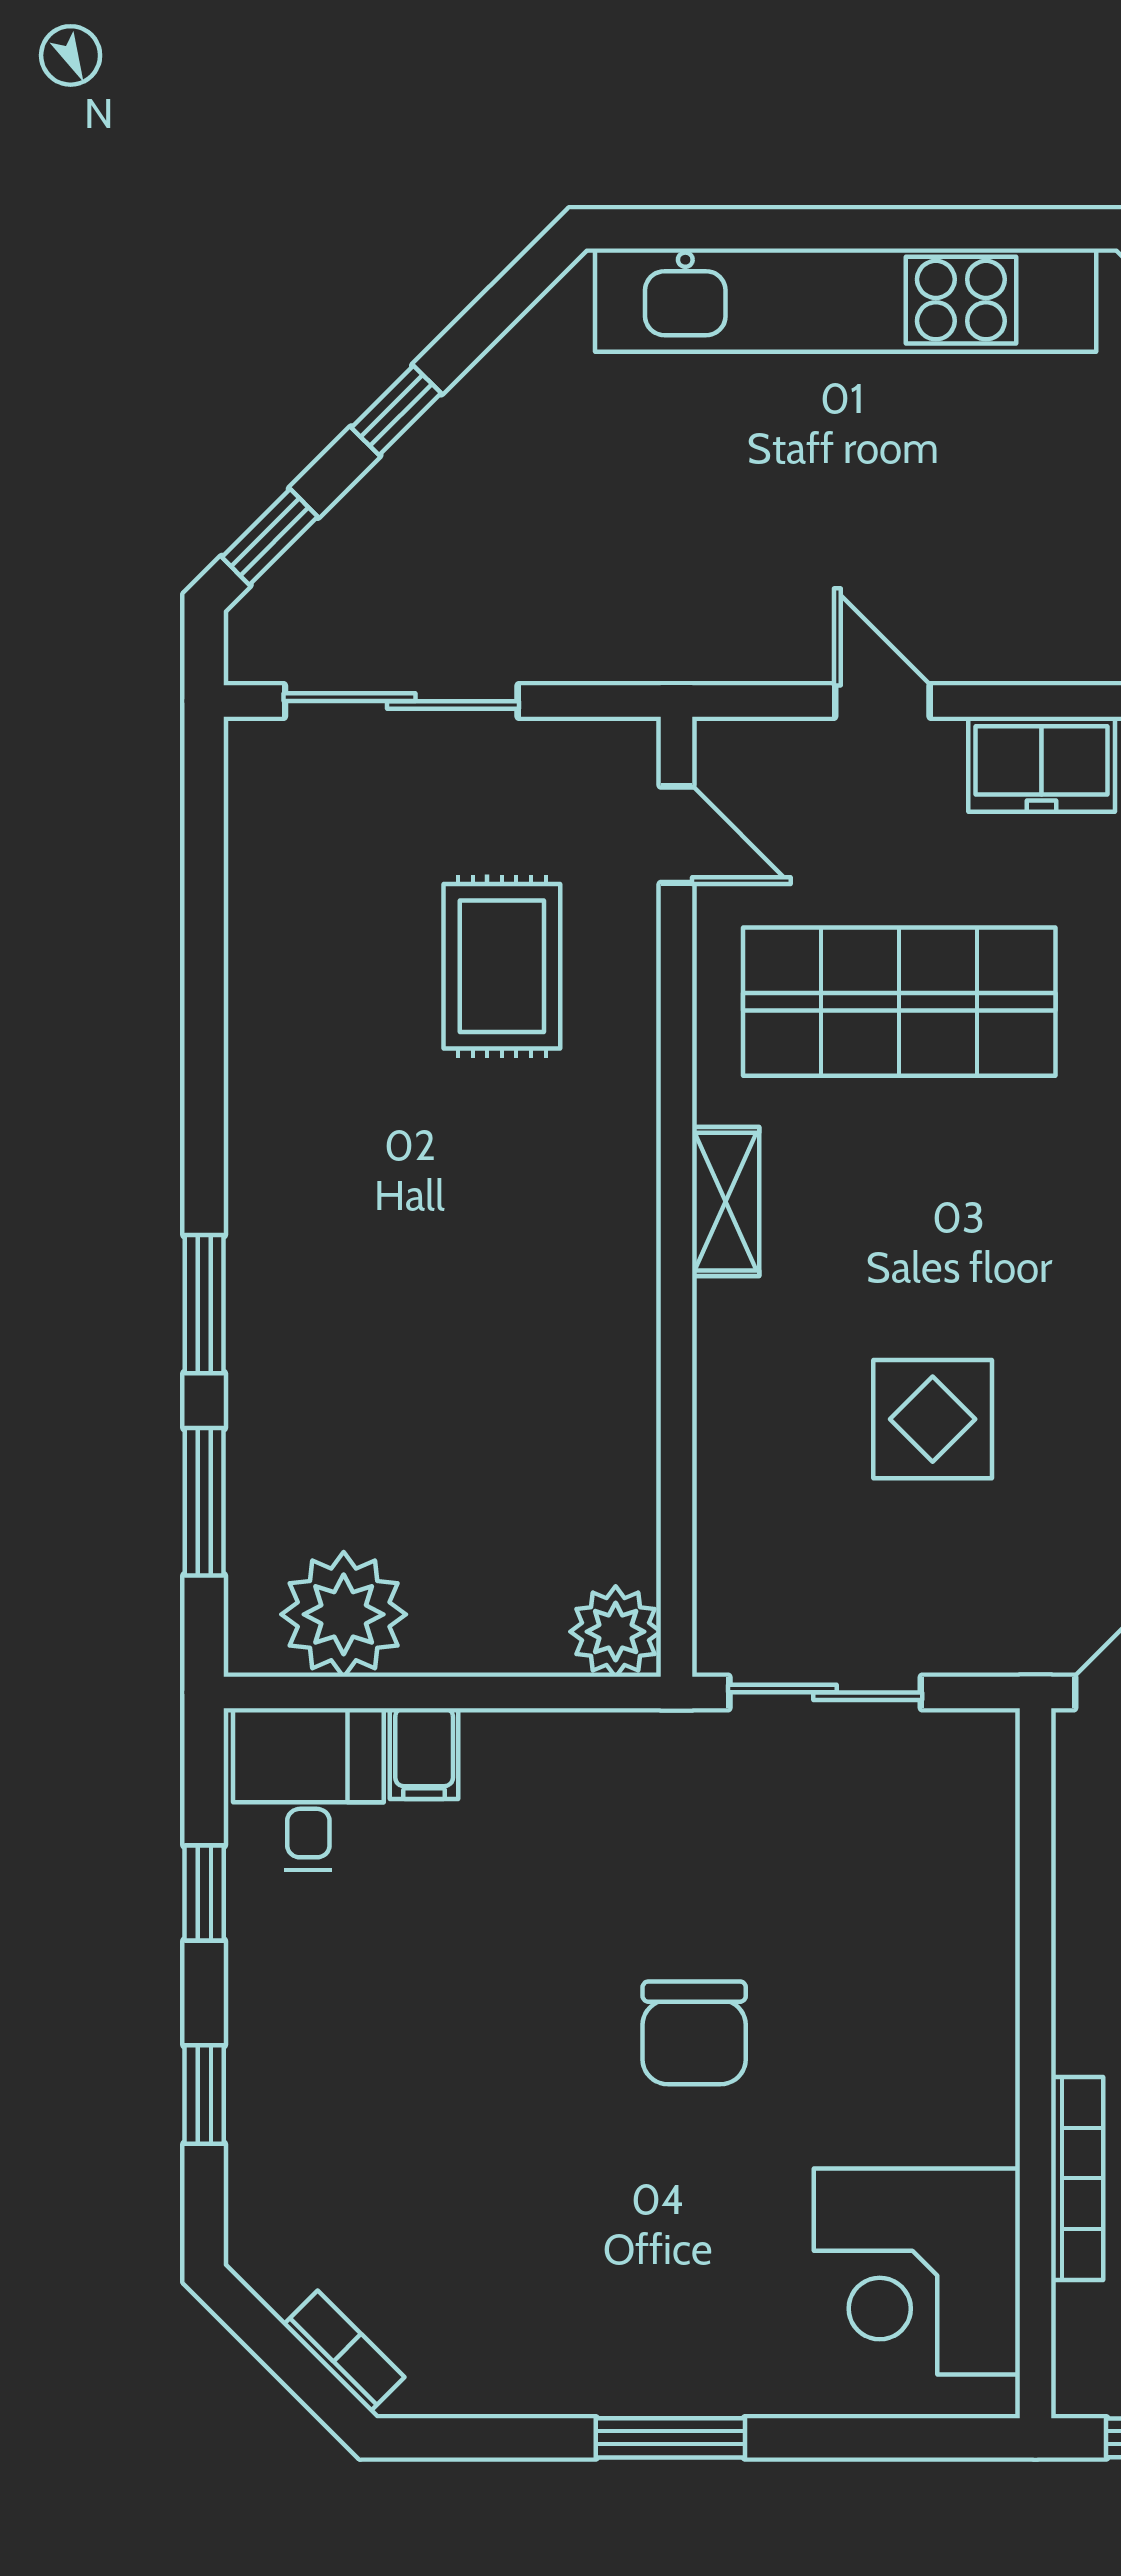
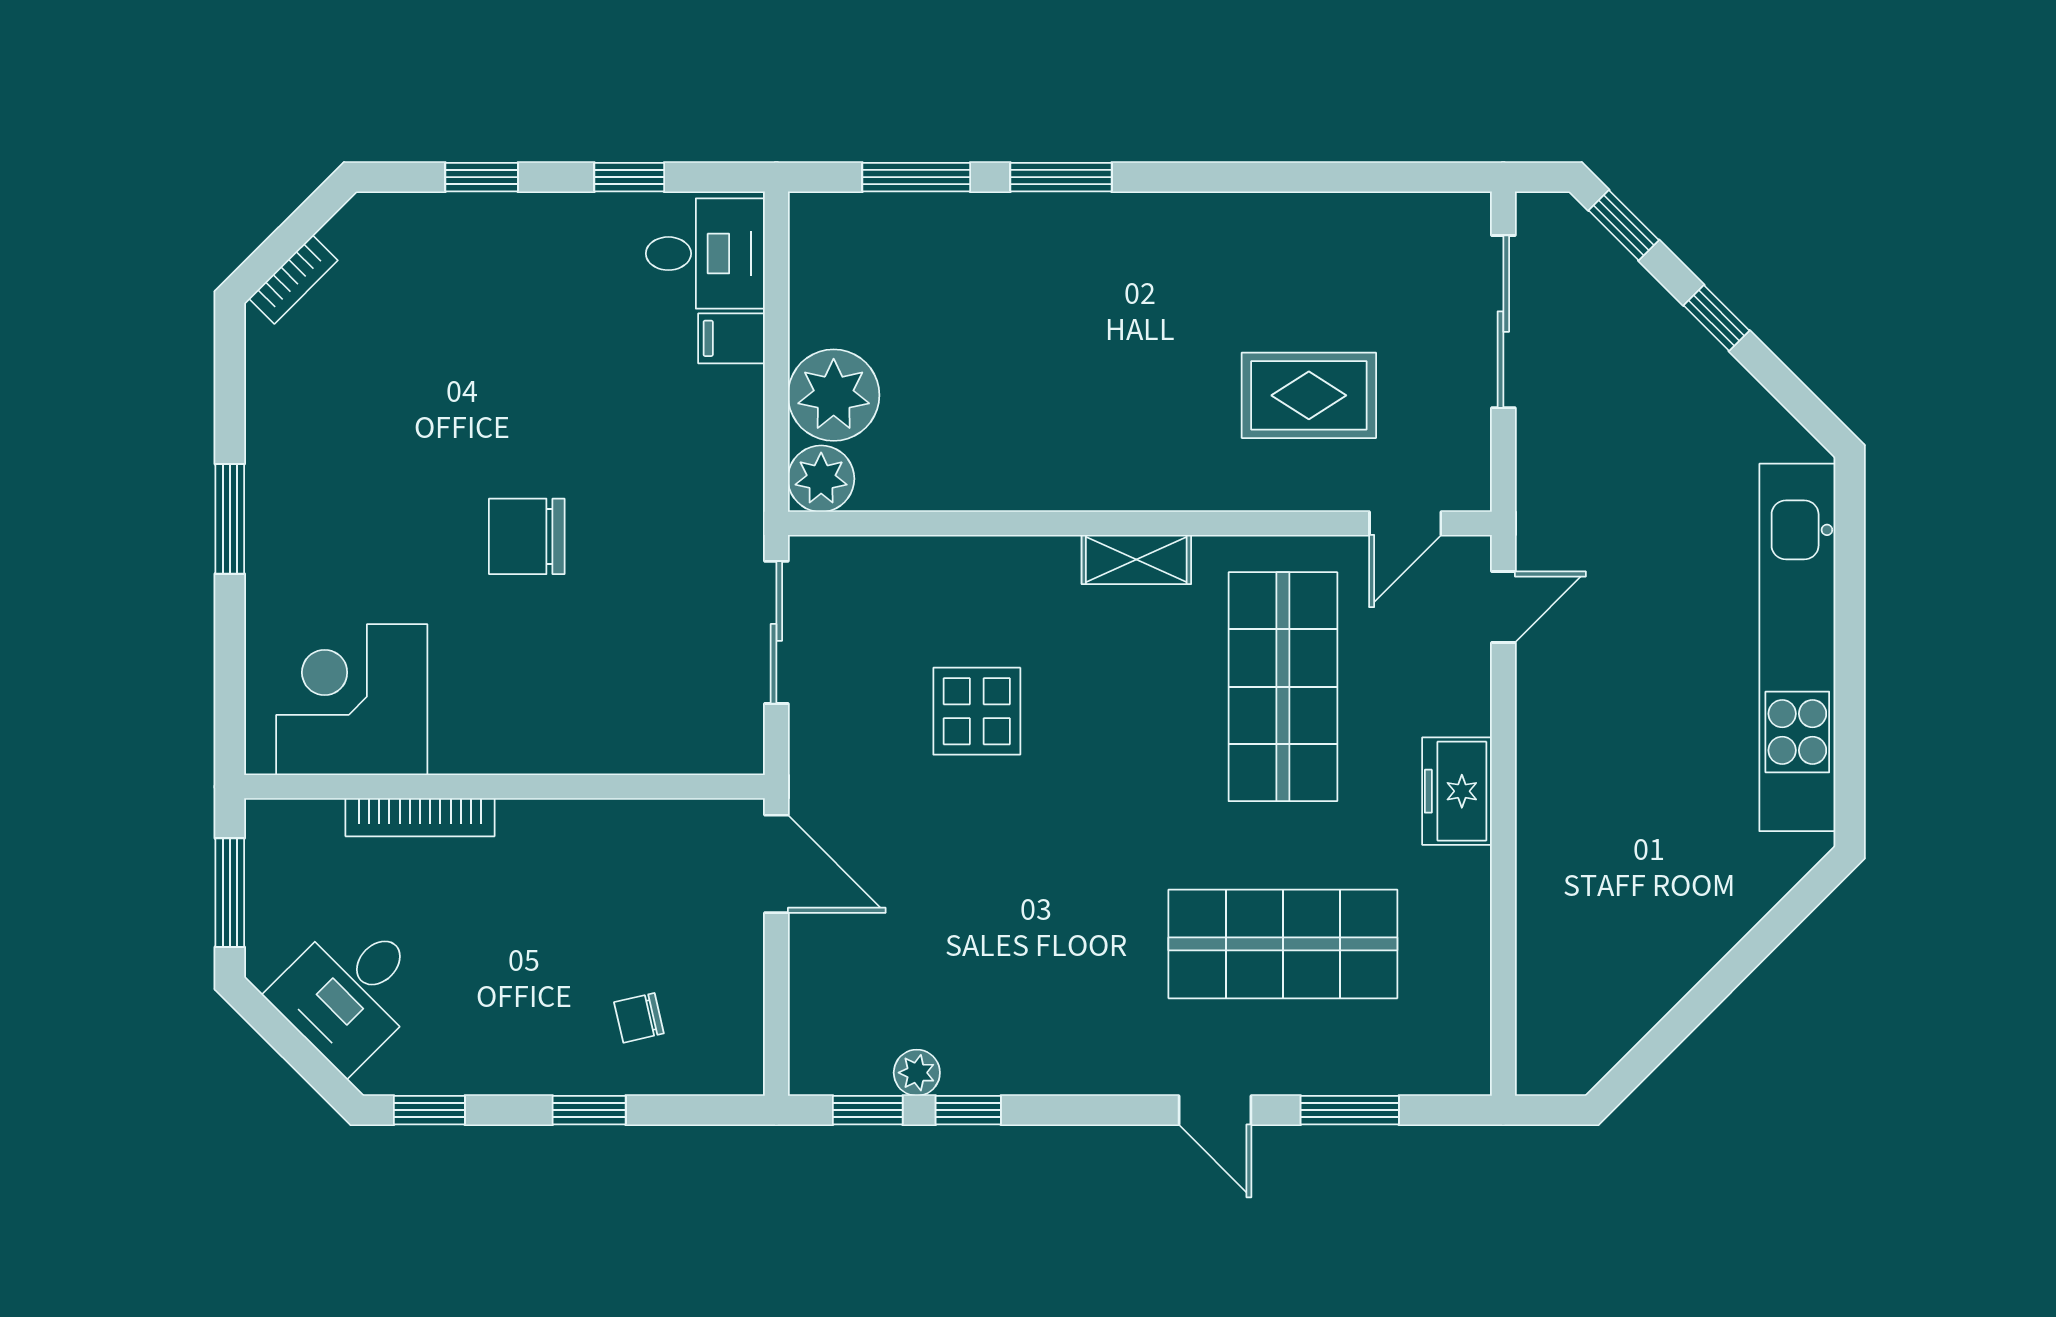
door: (882, 701) -> (1503, 607), moved
plant: (344, 1614) -> (834, 395), moved

